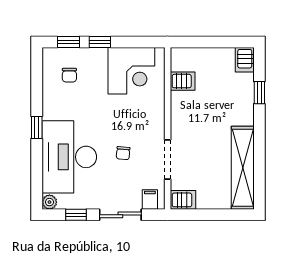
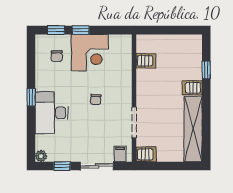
server rack: (245, 60) -> (192, 88), moved, turned 90
corner desk: (131, 71) -> (90, 53), moved
chair: (123, 153) -> (96, 99), moved
desk: (69, 157) -> (52, 113), width x0.73, depth x0.77

